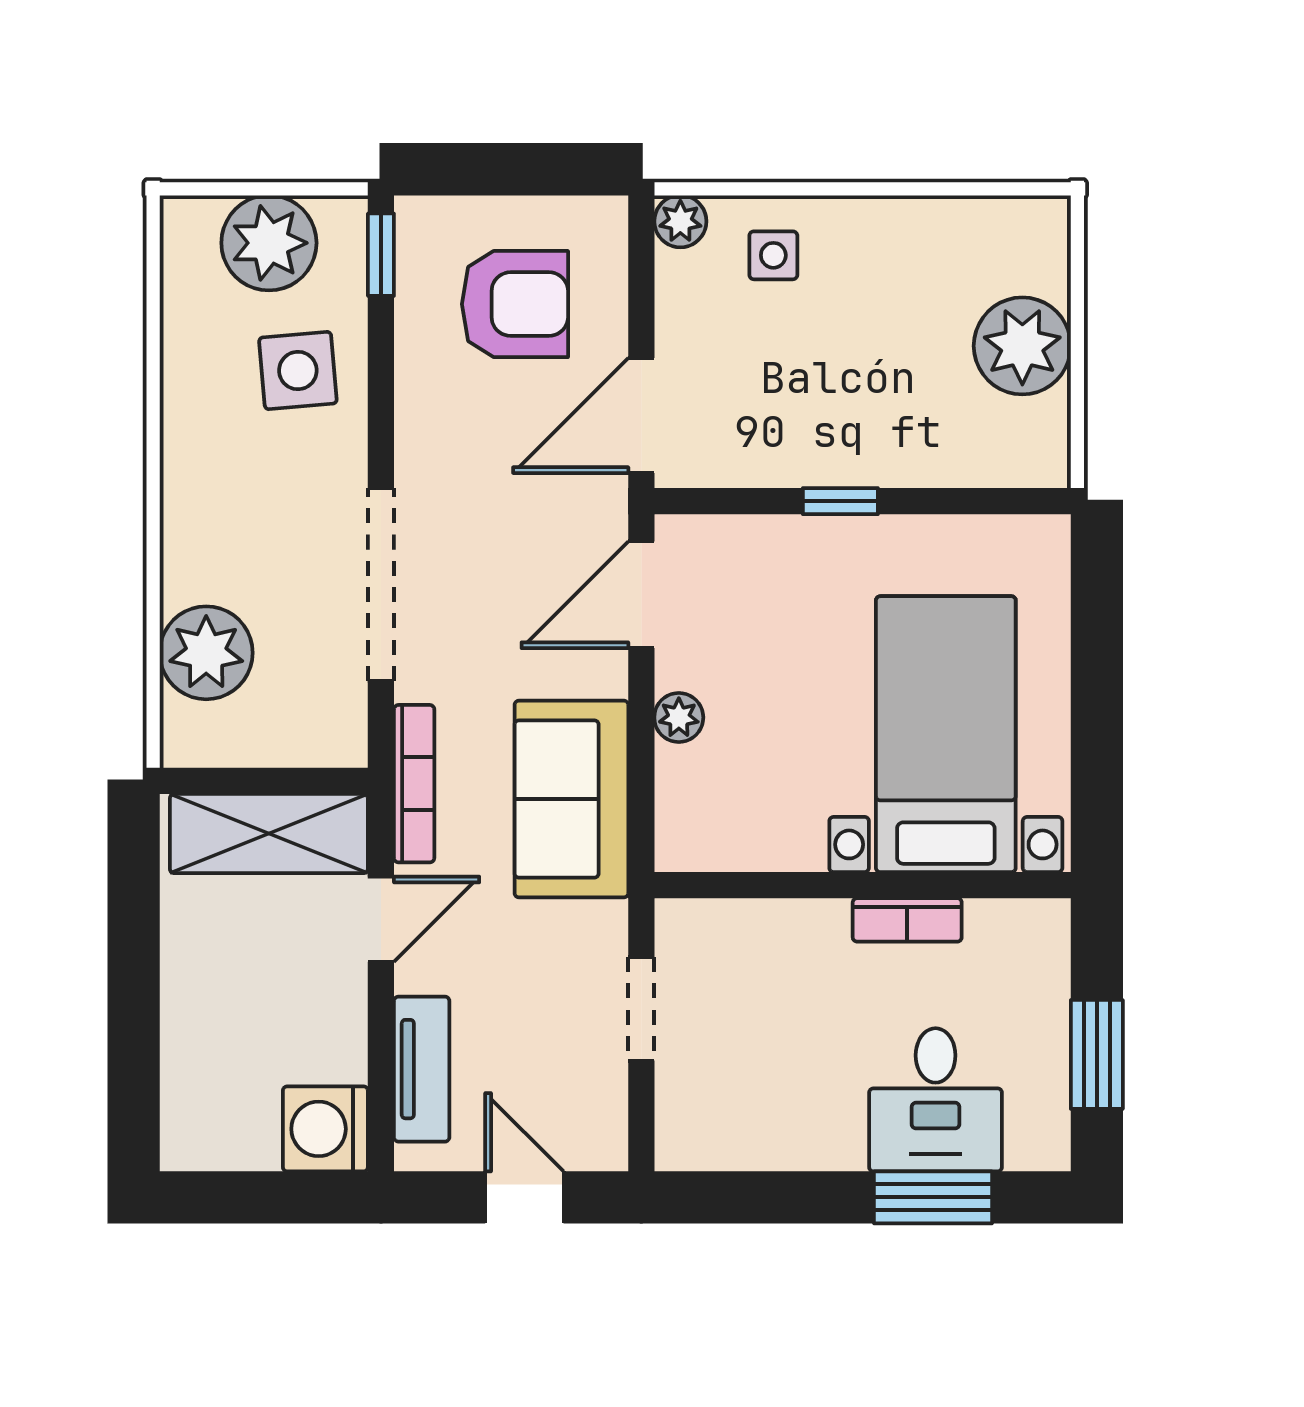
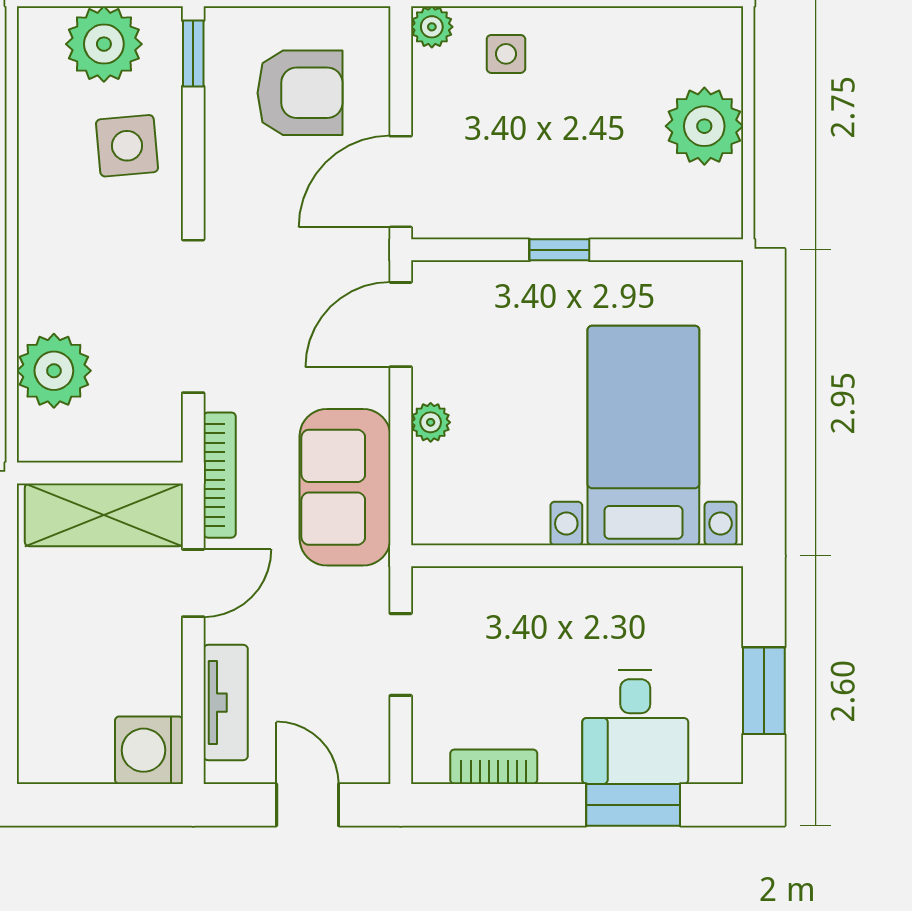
bookcase: (907, 920) -> (494, 767), moved, turned 180

